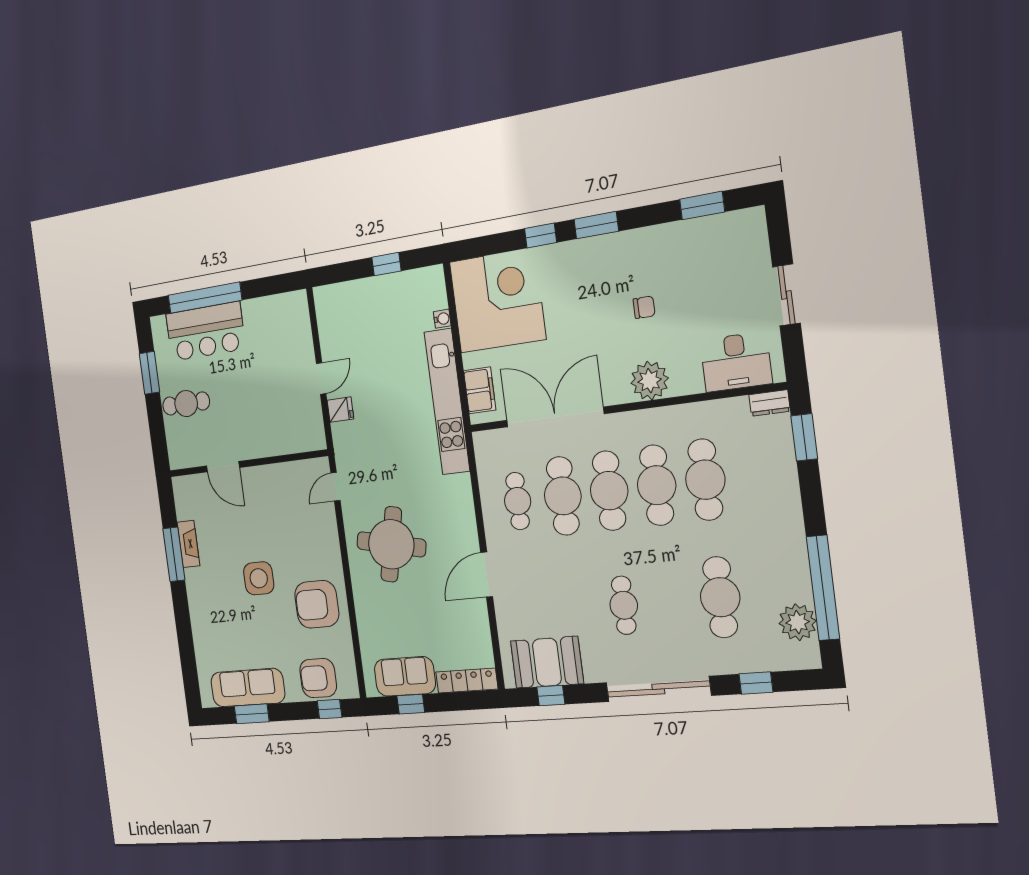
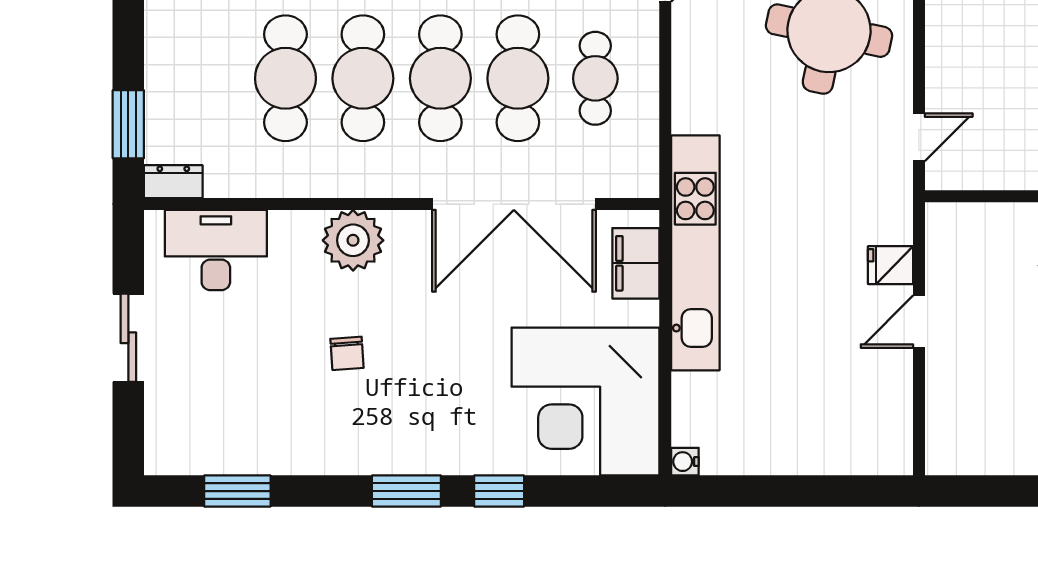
window: (386, 264) -> (771, 491), removed
chair: (644, 307) -> (347, 353), turned -94
water cooler: (442, 319) -> (685, 462), moved

